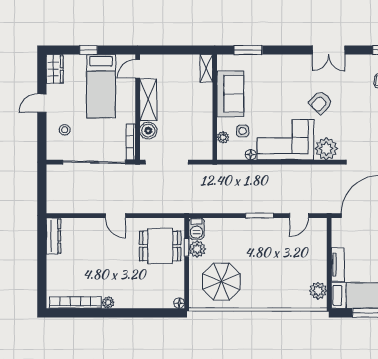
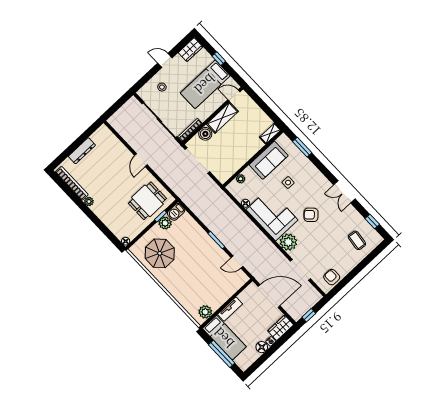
side table: (243, 131) -> (288, 183), moved
dresser: (53, 236) -> (82, 151), moved
dining table: (160, 246) -> (147, 201), turned 90

